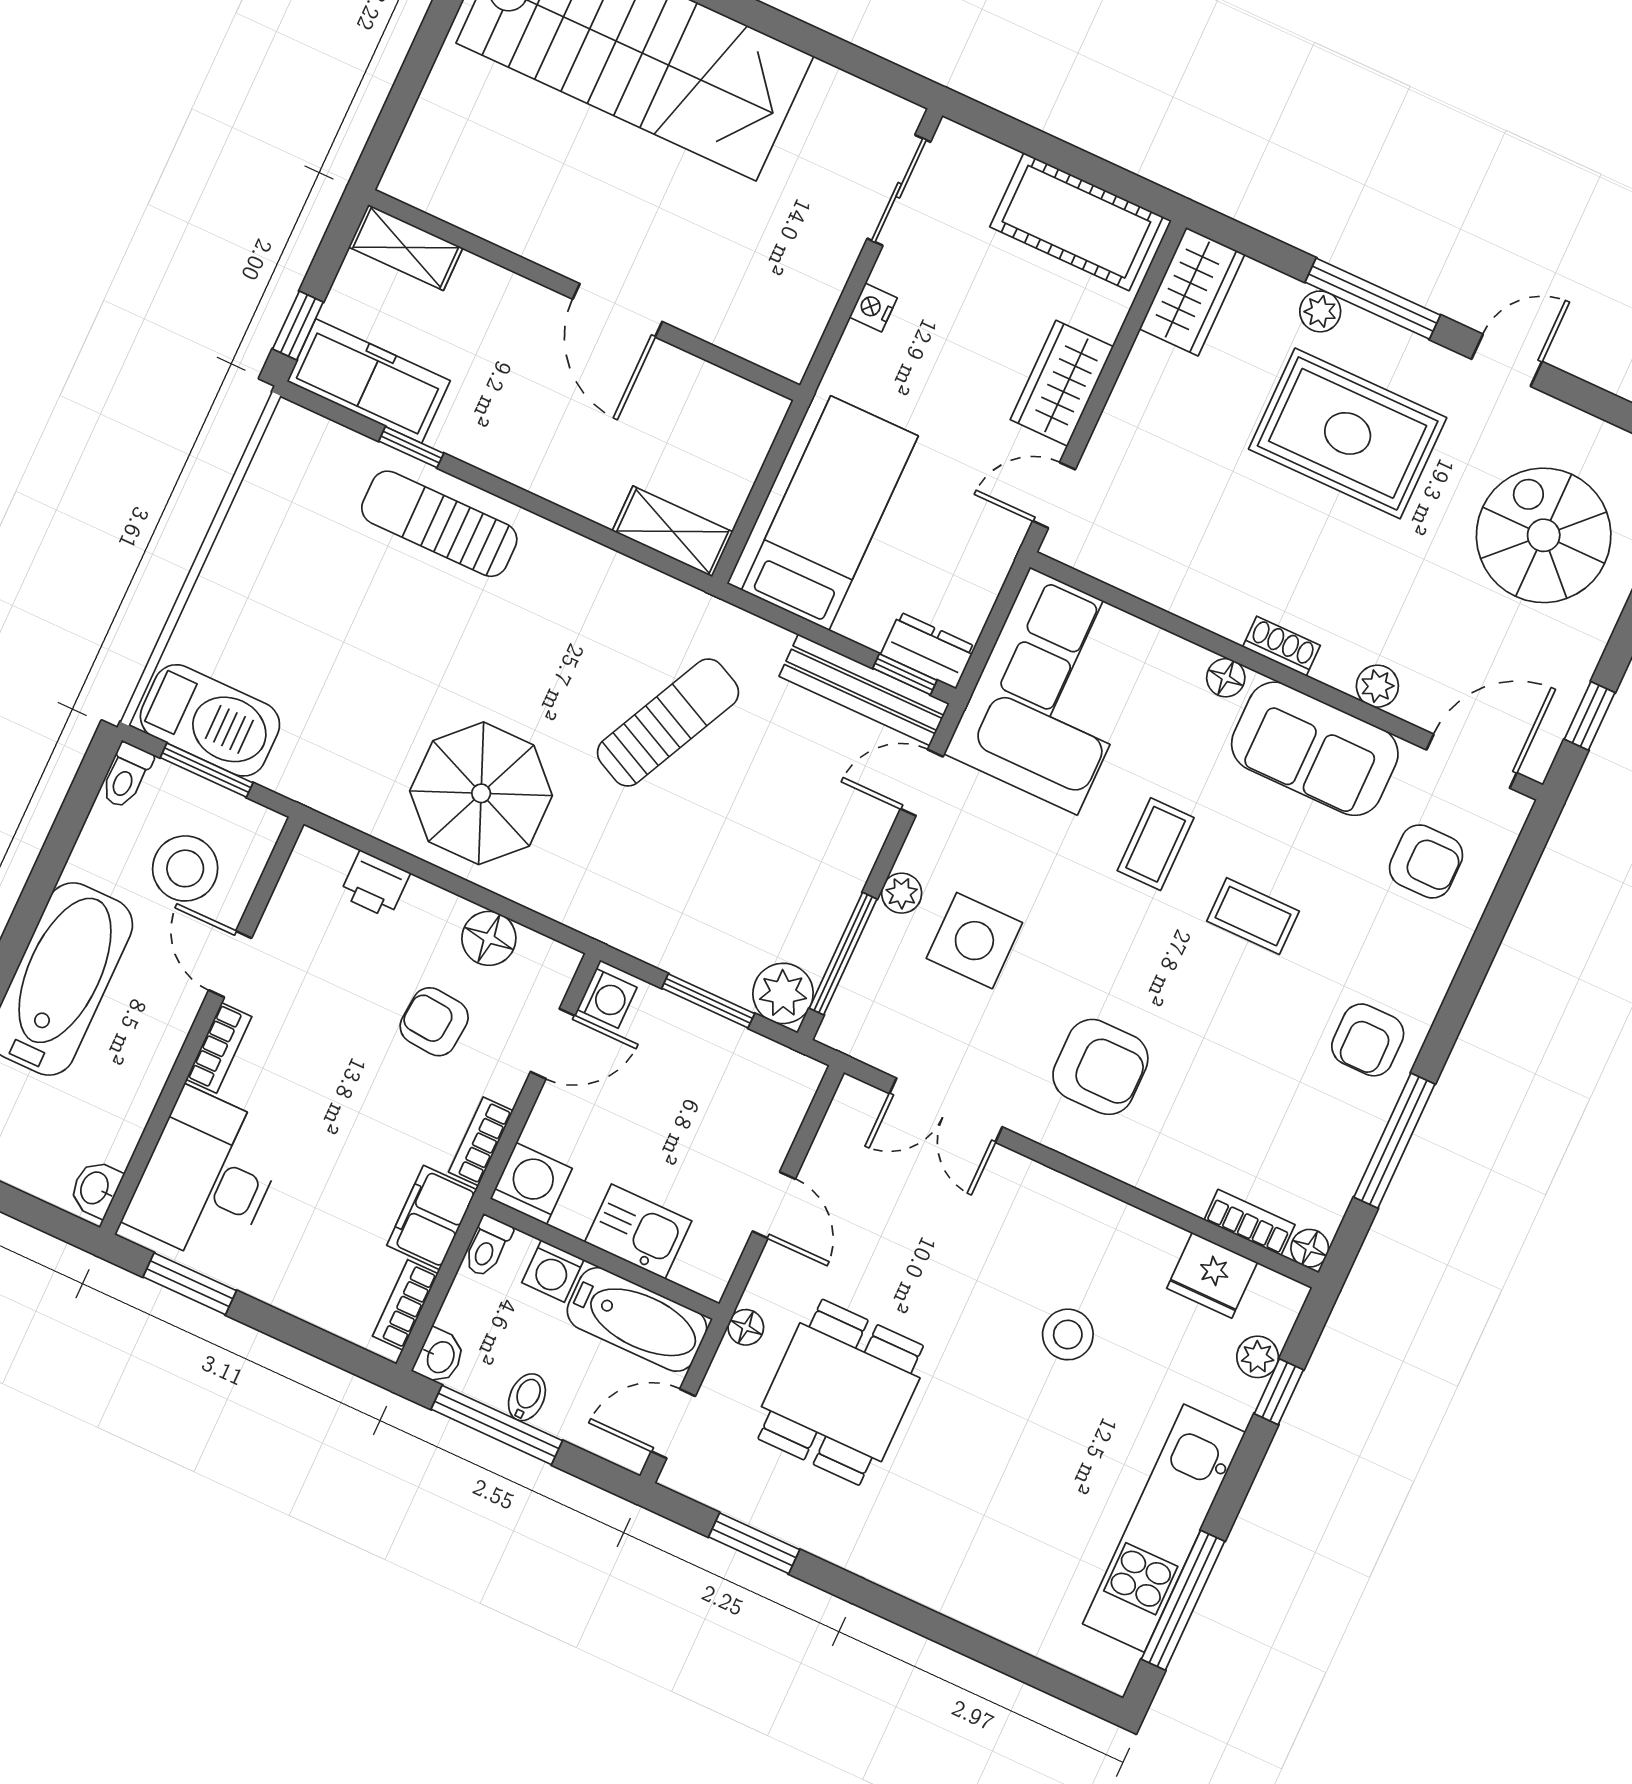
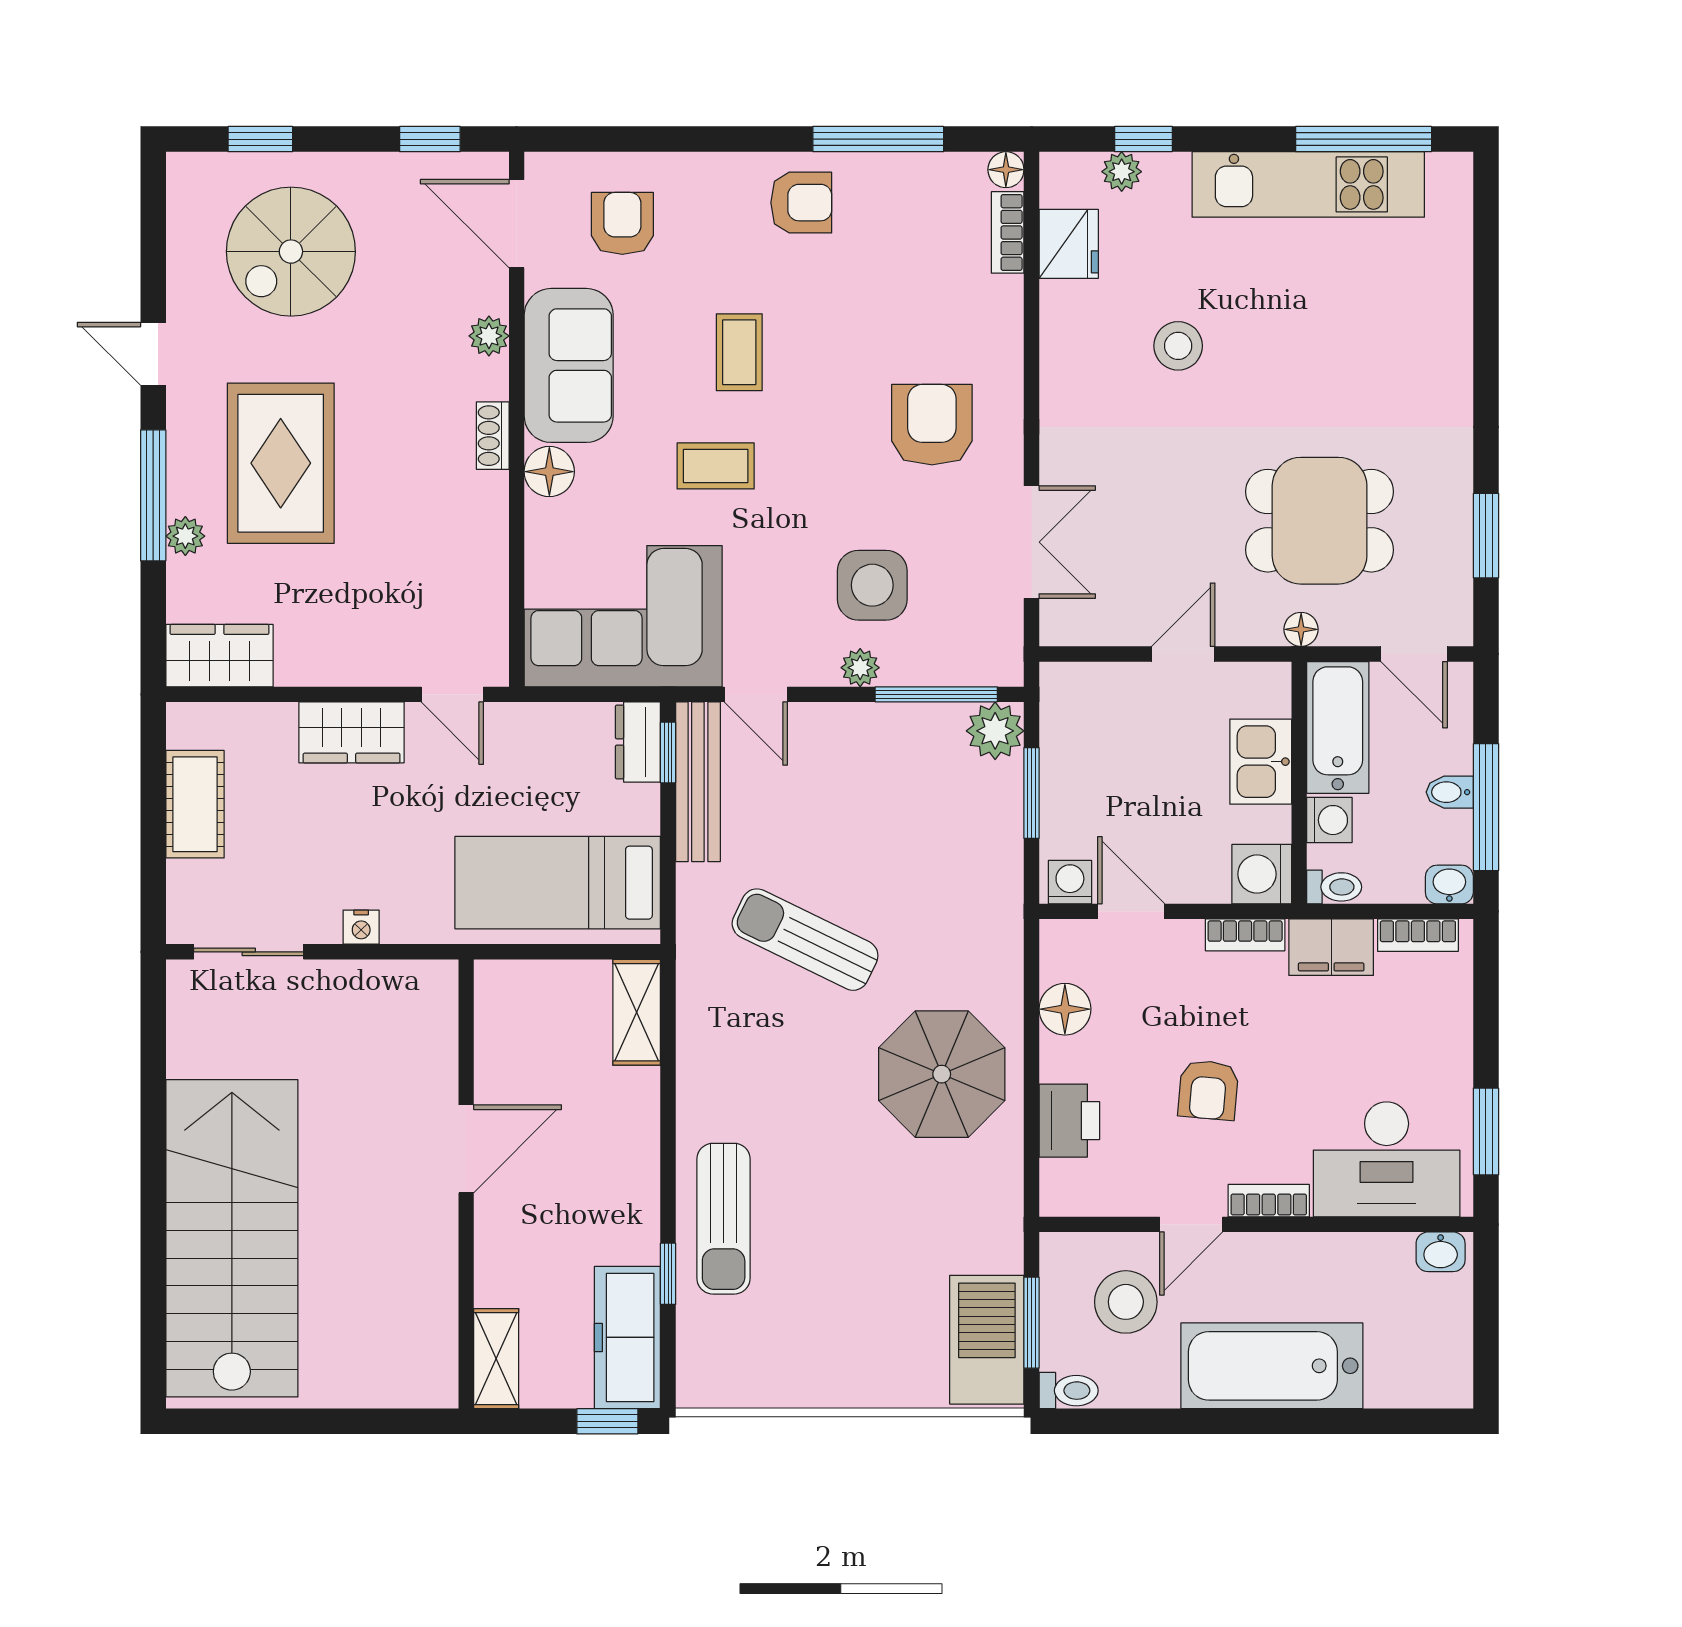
cot: (1076, 222) -> (195, 804), width x0.73, depth x0.75
floor lamp: (1226, 678) -> (549, 472), width x1.37, depth x1.37
printer: (375, 884) -> (1069, 1121), width x1.36, depth x1.24
armchair: (434, 1022) -> (1208, 1090), moved

